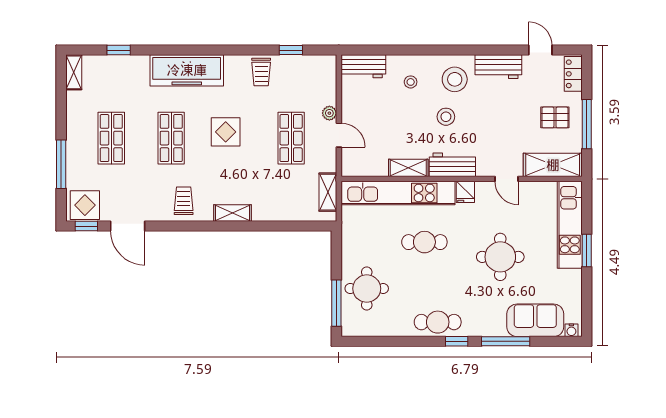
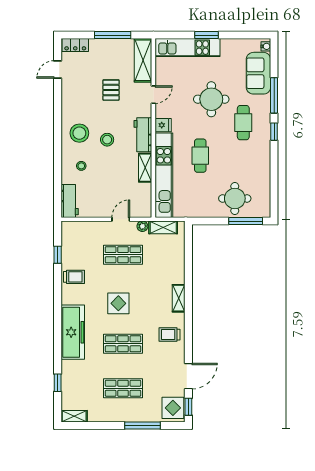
workbench: (498, 67) -> (70, 101), removed
plant: (329, 113) -> (142, 226), moved
pallet: (555, 117) -> (111, 90), moved
cafe table: (438, 322) -> (243, 123), moved

